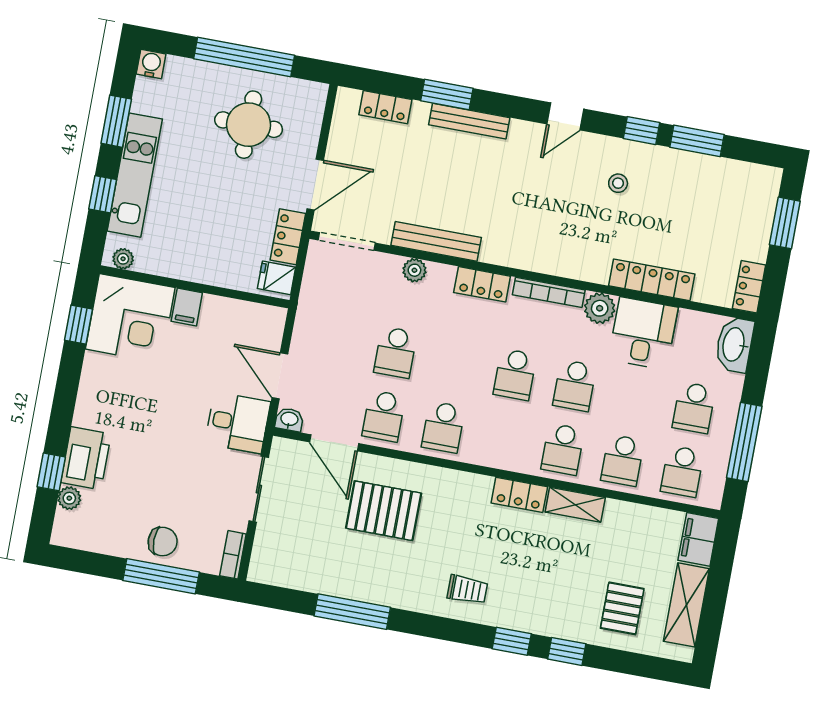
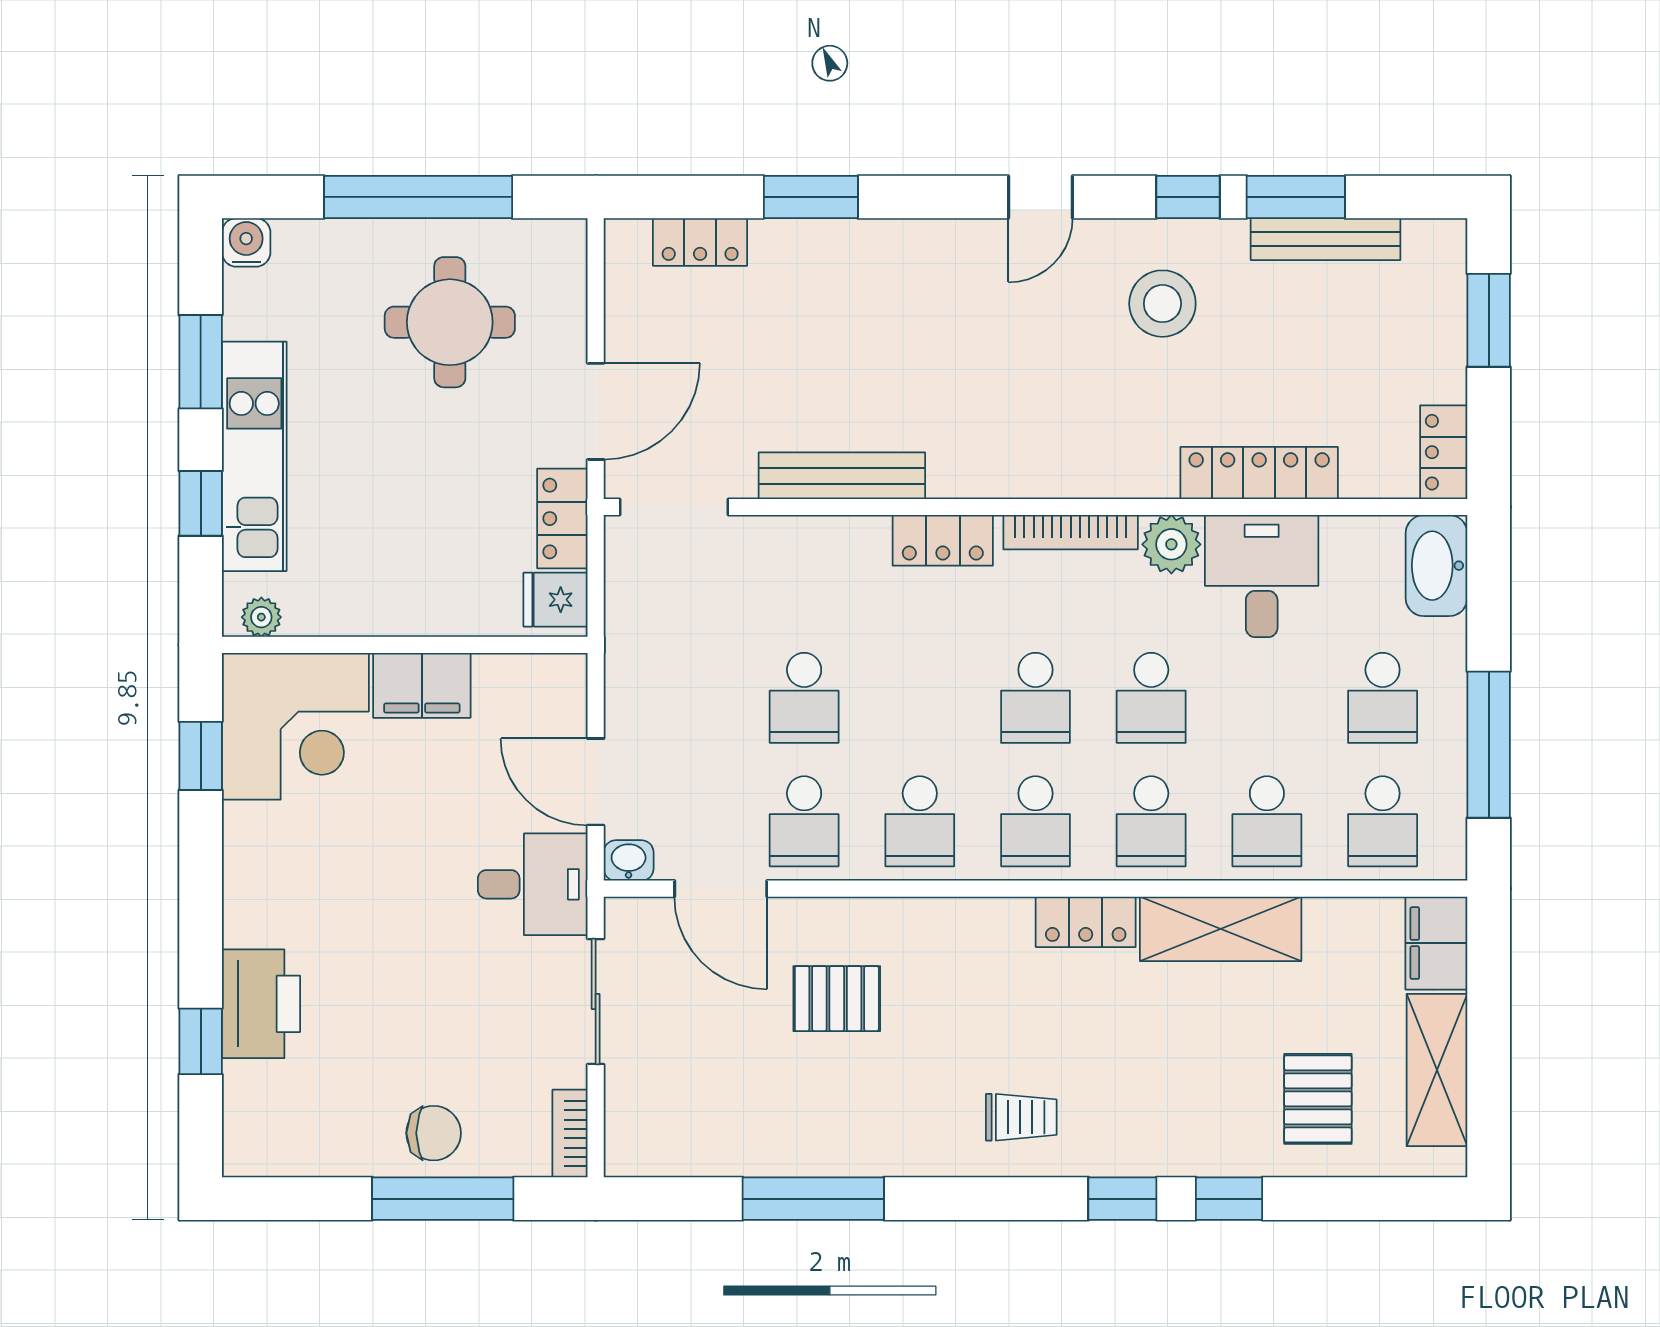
bench: (469, 121) -> (1326, 239), moved
stool: (618, 183) -> (1162, 304), width x1.89, depth x1.89
plant: (414, 270) -> (811, 537), removed
filing cabinet: (187, 307) -> (422, 685), width x2.00
school desk: (503, 438) -> (1035, 821), added
plant: (69, 498) -> (244, 1084), removed
shelving: (575, 505) -> (1221, 929), width x1.50, depth x1.33
pallet: (384, 511) -> (837, 999), width x0.67, depth x0.71

